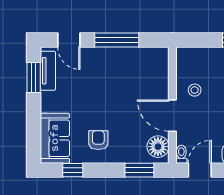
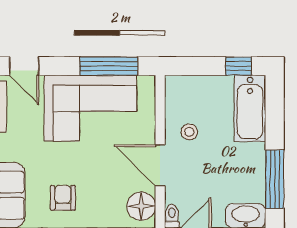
window: (117, 40) -> (109, 66), moved
corner sofa: (119, 72) -> (90, 108), added

